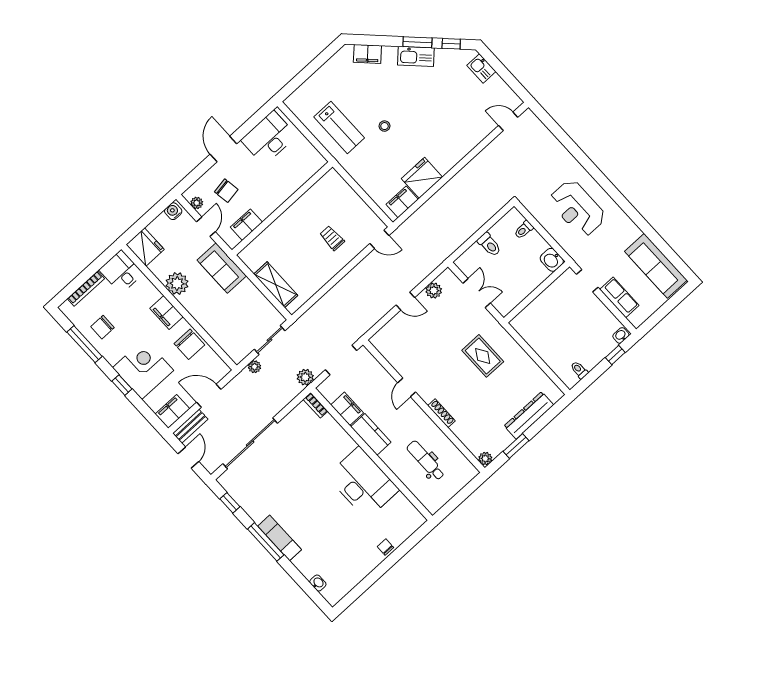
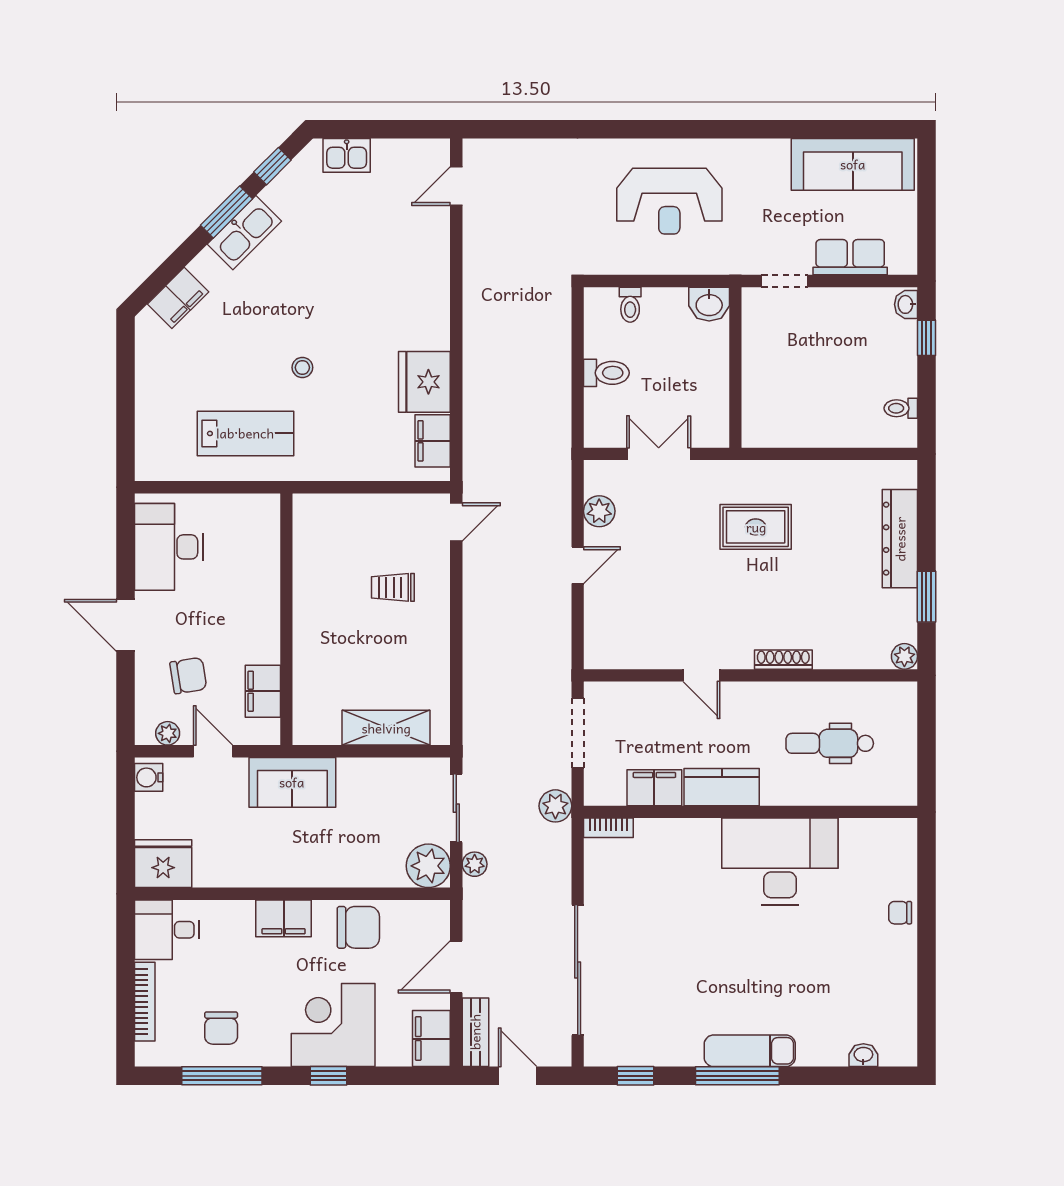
plant: (177, 284) -> (428, 866), moved

